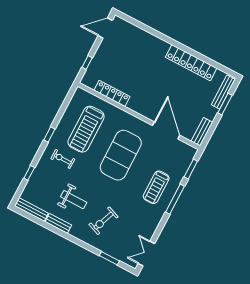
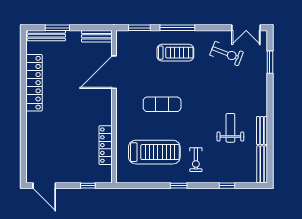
exercise mat: (121, 155) -> (162, 104), width x0.50, depth x0.69
exercise bike: (103, 221) -> (227, 54), moved

